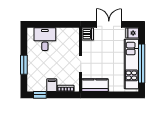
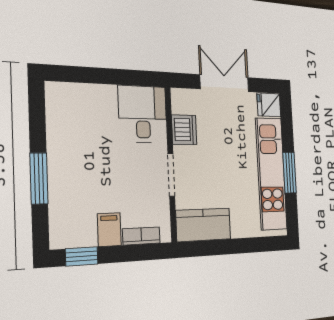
dishwasher: (88, 34) -> (184, 130), moved
desk: (45, 39) -> (143, 114), moved
window: (142, 64) -> (289, 173), width x0.47

